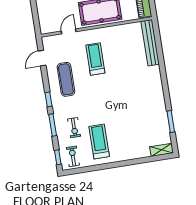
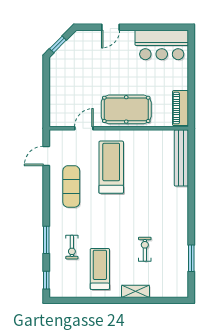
treadmill: (95, 59) -> (111, 167), width x1.37, depth x1.38
window: (49, 99) -> (46, 208), removed
shelving: (162, 150) -> (135, 291), moved
exercise bike: (73, 156) -> (145, 249), moved

